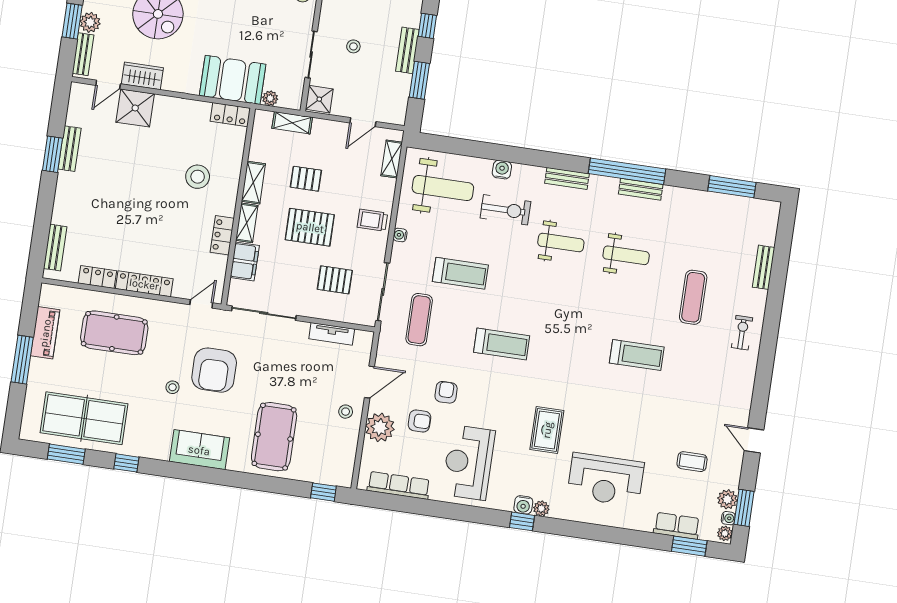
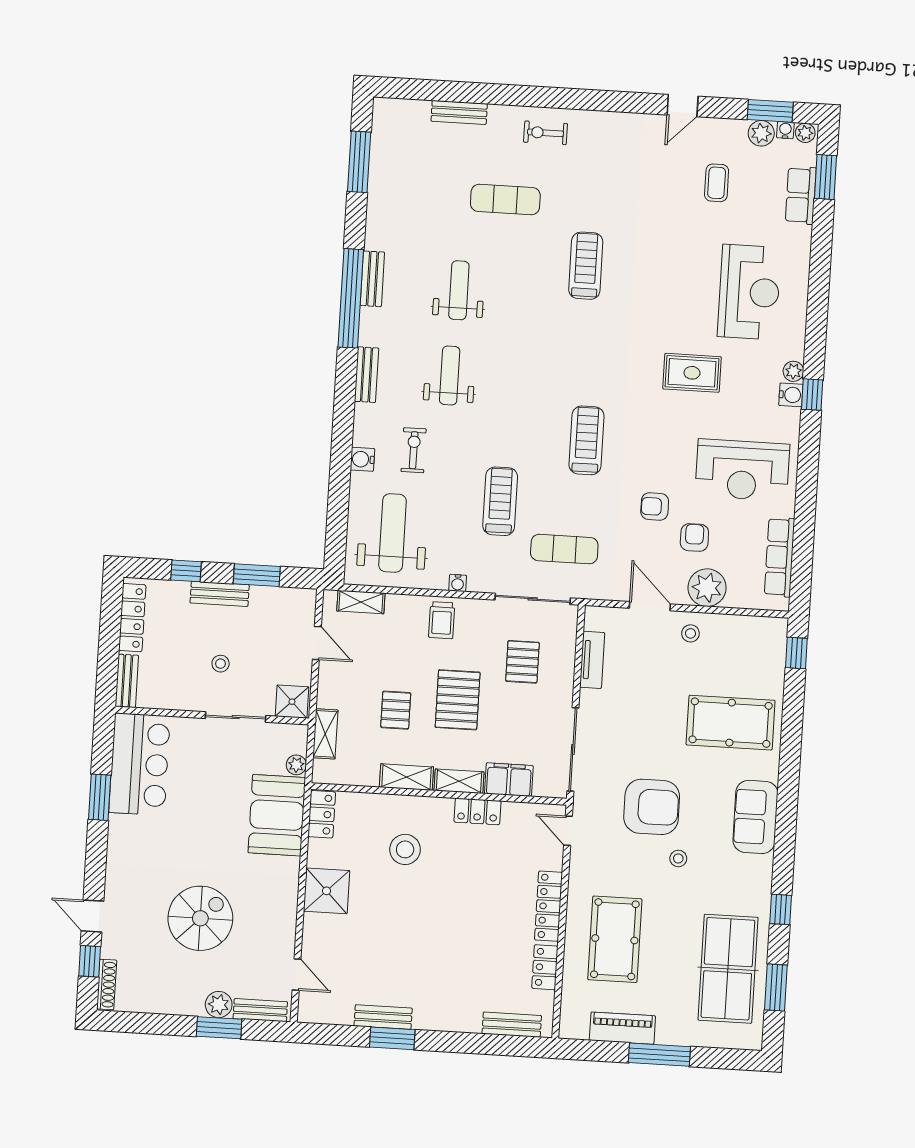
wardrobe: (142, 76) -> (282, 931), removed
shower: (135, 108) -> (326, 891), moved
exercise bike: (505, 210) -> (414, 450), width x0.73, depth x0.72

